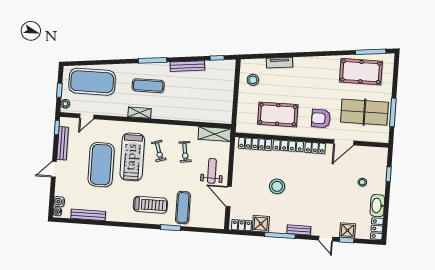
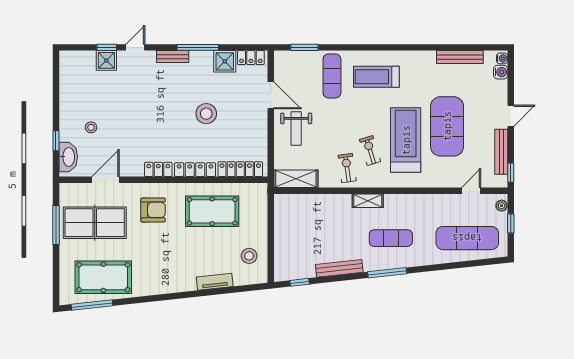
exercise mat: (92, 82) -> (467, 238), width x0.68
shelving: (140, 113) -> (368, 201), moved
door: (344, 142) -> (106, 180), moved
exercise bike: (185, 152) -> (347, 168), moved
washbasin: (377, 206) -> (68, 157), moved
window: (171, 228) -> (304, 47), moved
locker: (377, 229) -> (67, 66), removed
door: (326, 239) -> (135, 47), hinge flipped

